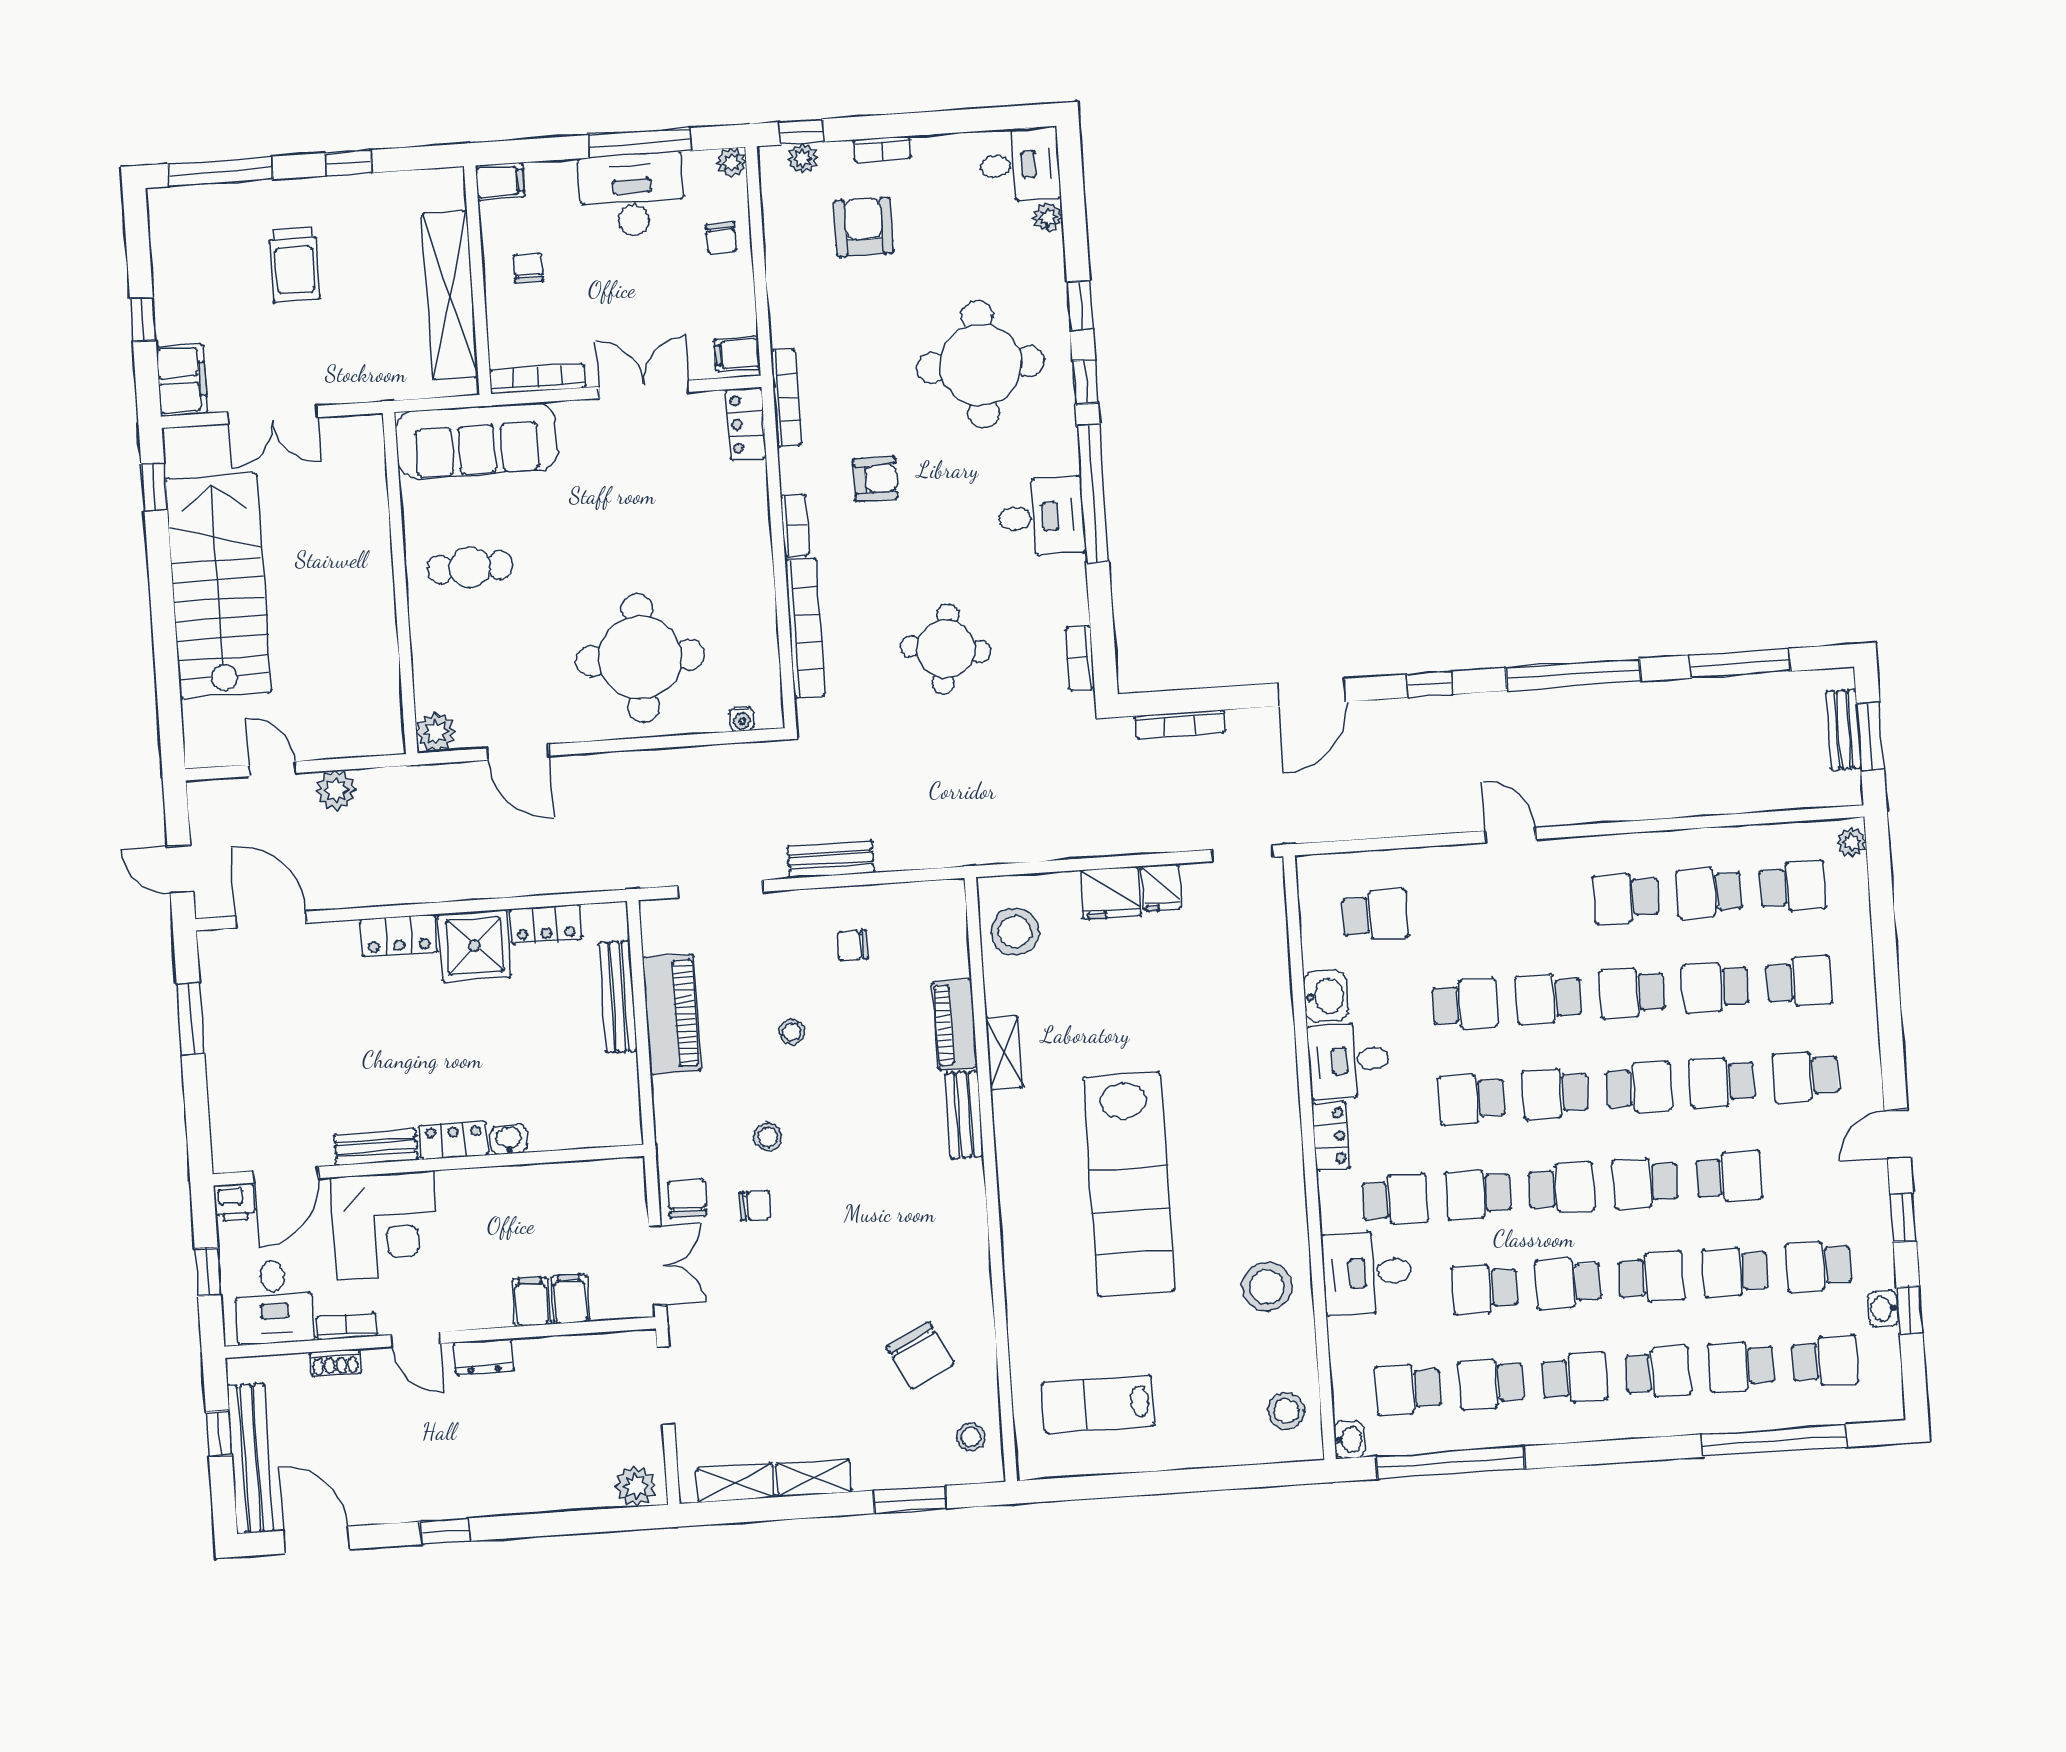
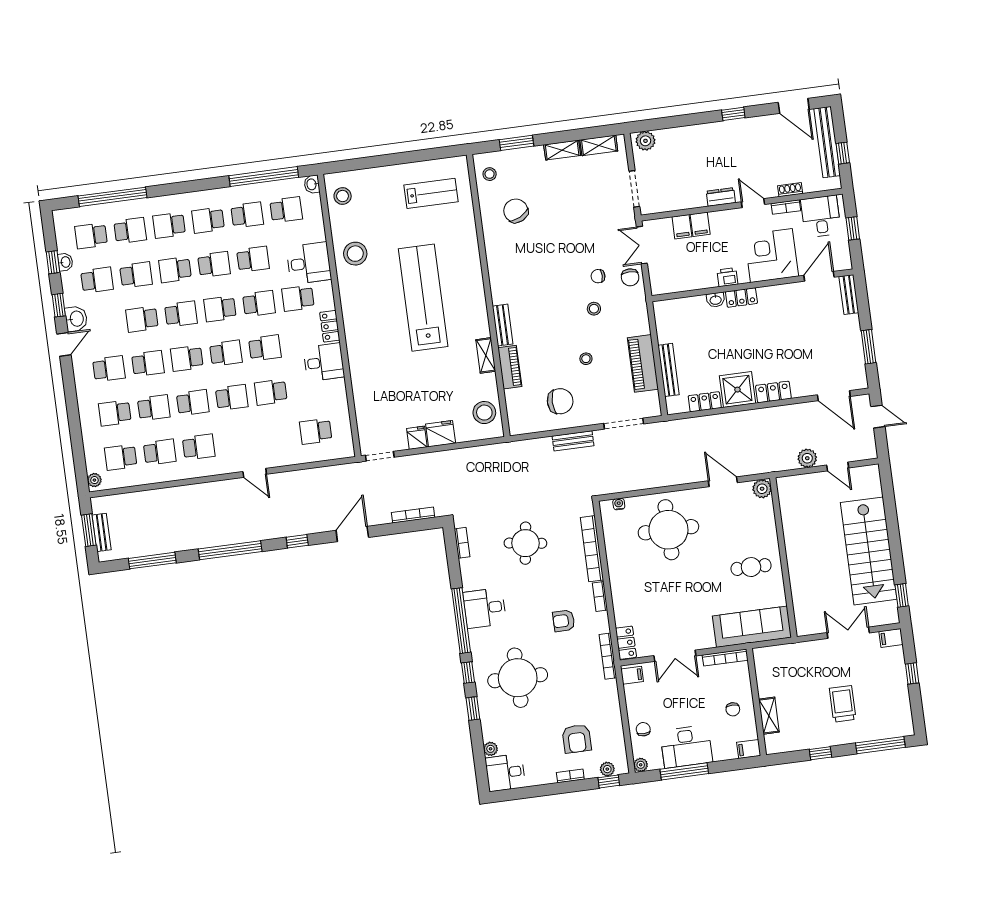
shelving: (450, 295) -> (769, 716), width x0.45, depth x0.75
filing cabinet: (182, 380) -> (891, 638), width x0.50
chair: (852, 945) -> (560, 401), width x1.87, depth x1.87
washbasin: (1326, 996) -> (76, 319), moved, turned 180
bench: (376, 1147) -> (849, 295), moved, turned 90
printer: (235, 1202) -> (727, 277), moved

